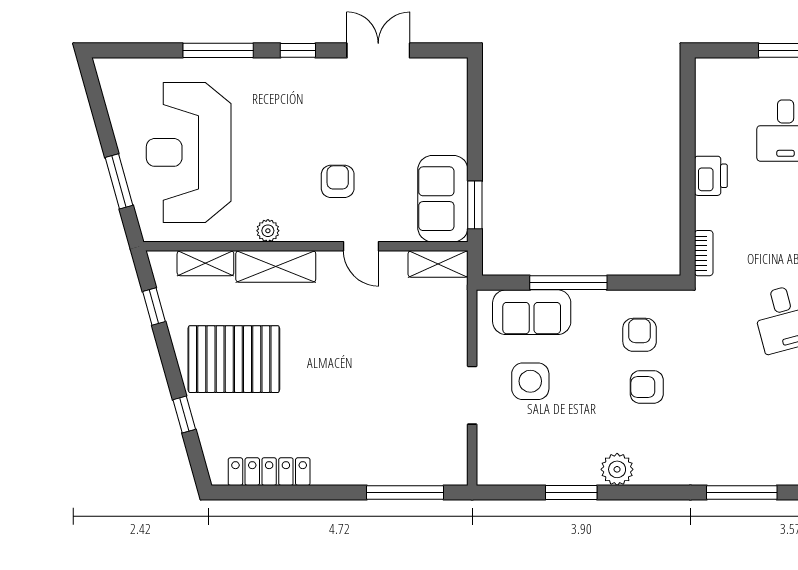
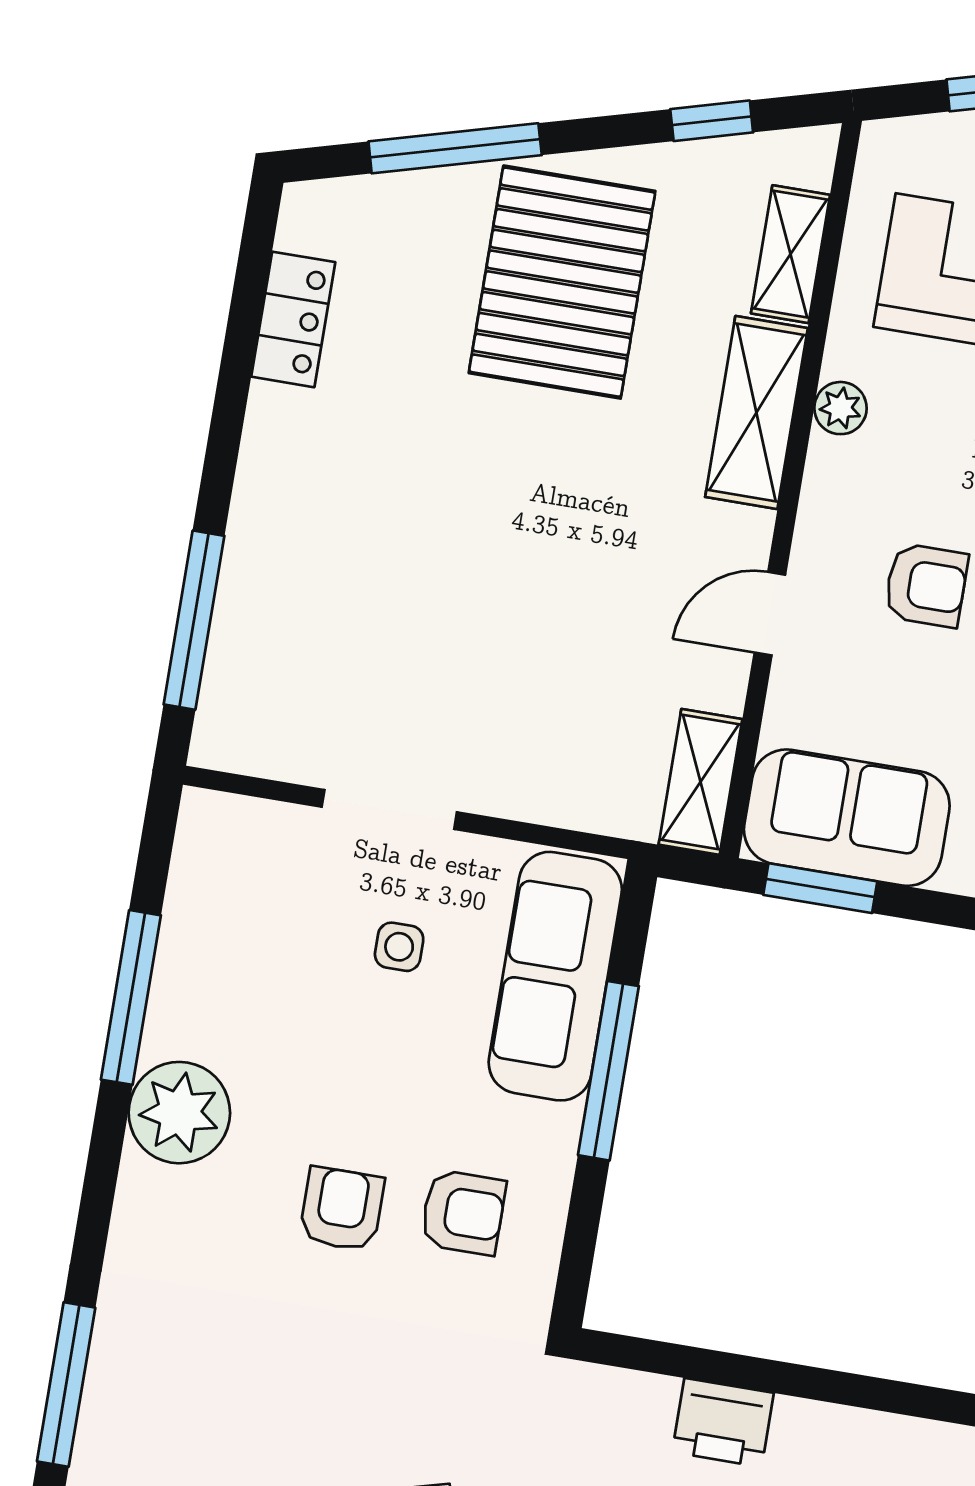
printer: (711, 176) -> (723, 1423), moved
bookcase: (704, 253) -> (624, 1389), removed
sofa: (532, 312) -> (555, 976), width x1.36
side table: (530, 381) -> (399, 947), width x0.54, depth x0.54
window: (184, 415) -> (455, 148), width x2.17
plant: (617, 469) -> (179, 1113), width x1.36, depth x1.36
locker: (269, 472) -> (293, 319), width x0.66
window: (571, 493) -> (131, 997), width x1.44

